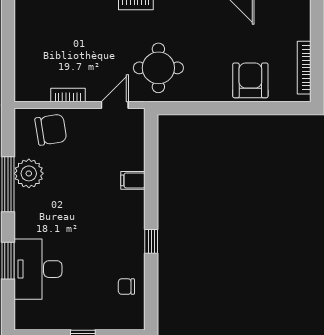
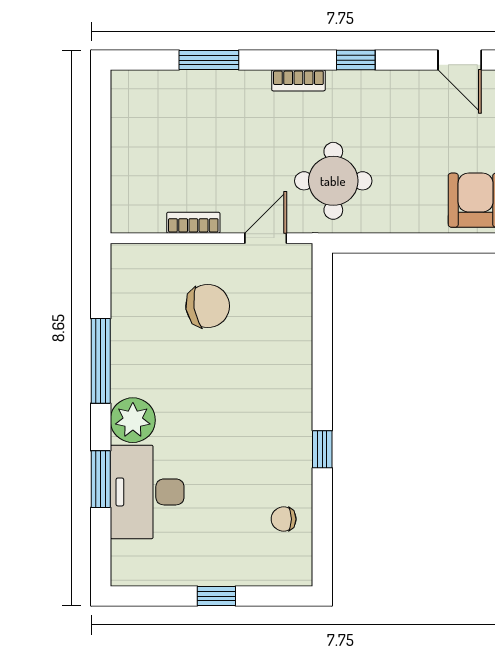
chair: (51, 130) -> (208, 306), moved
plant: (29, 173) -> (133, 420), moved
filing cabinet: (133, 180) -> (294, 355), removed

